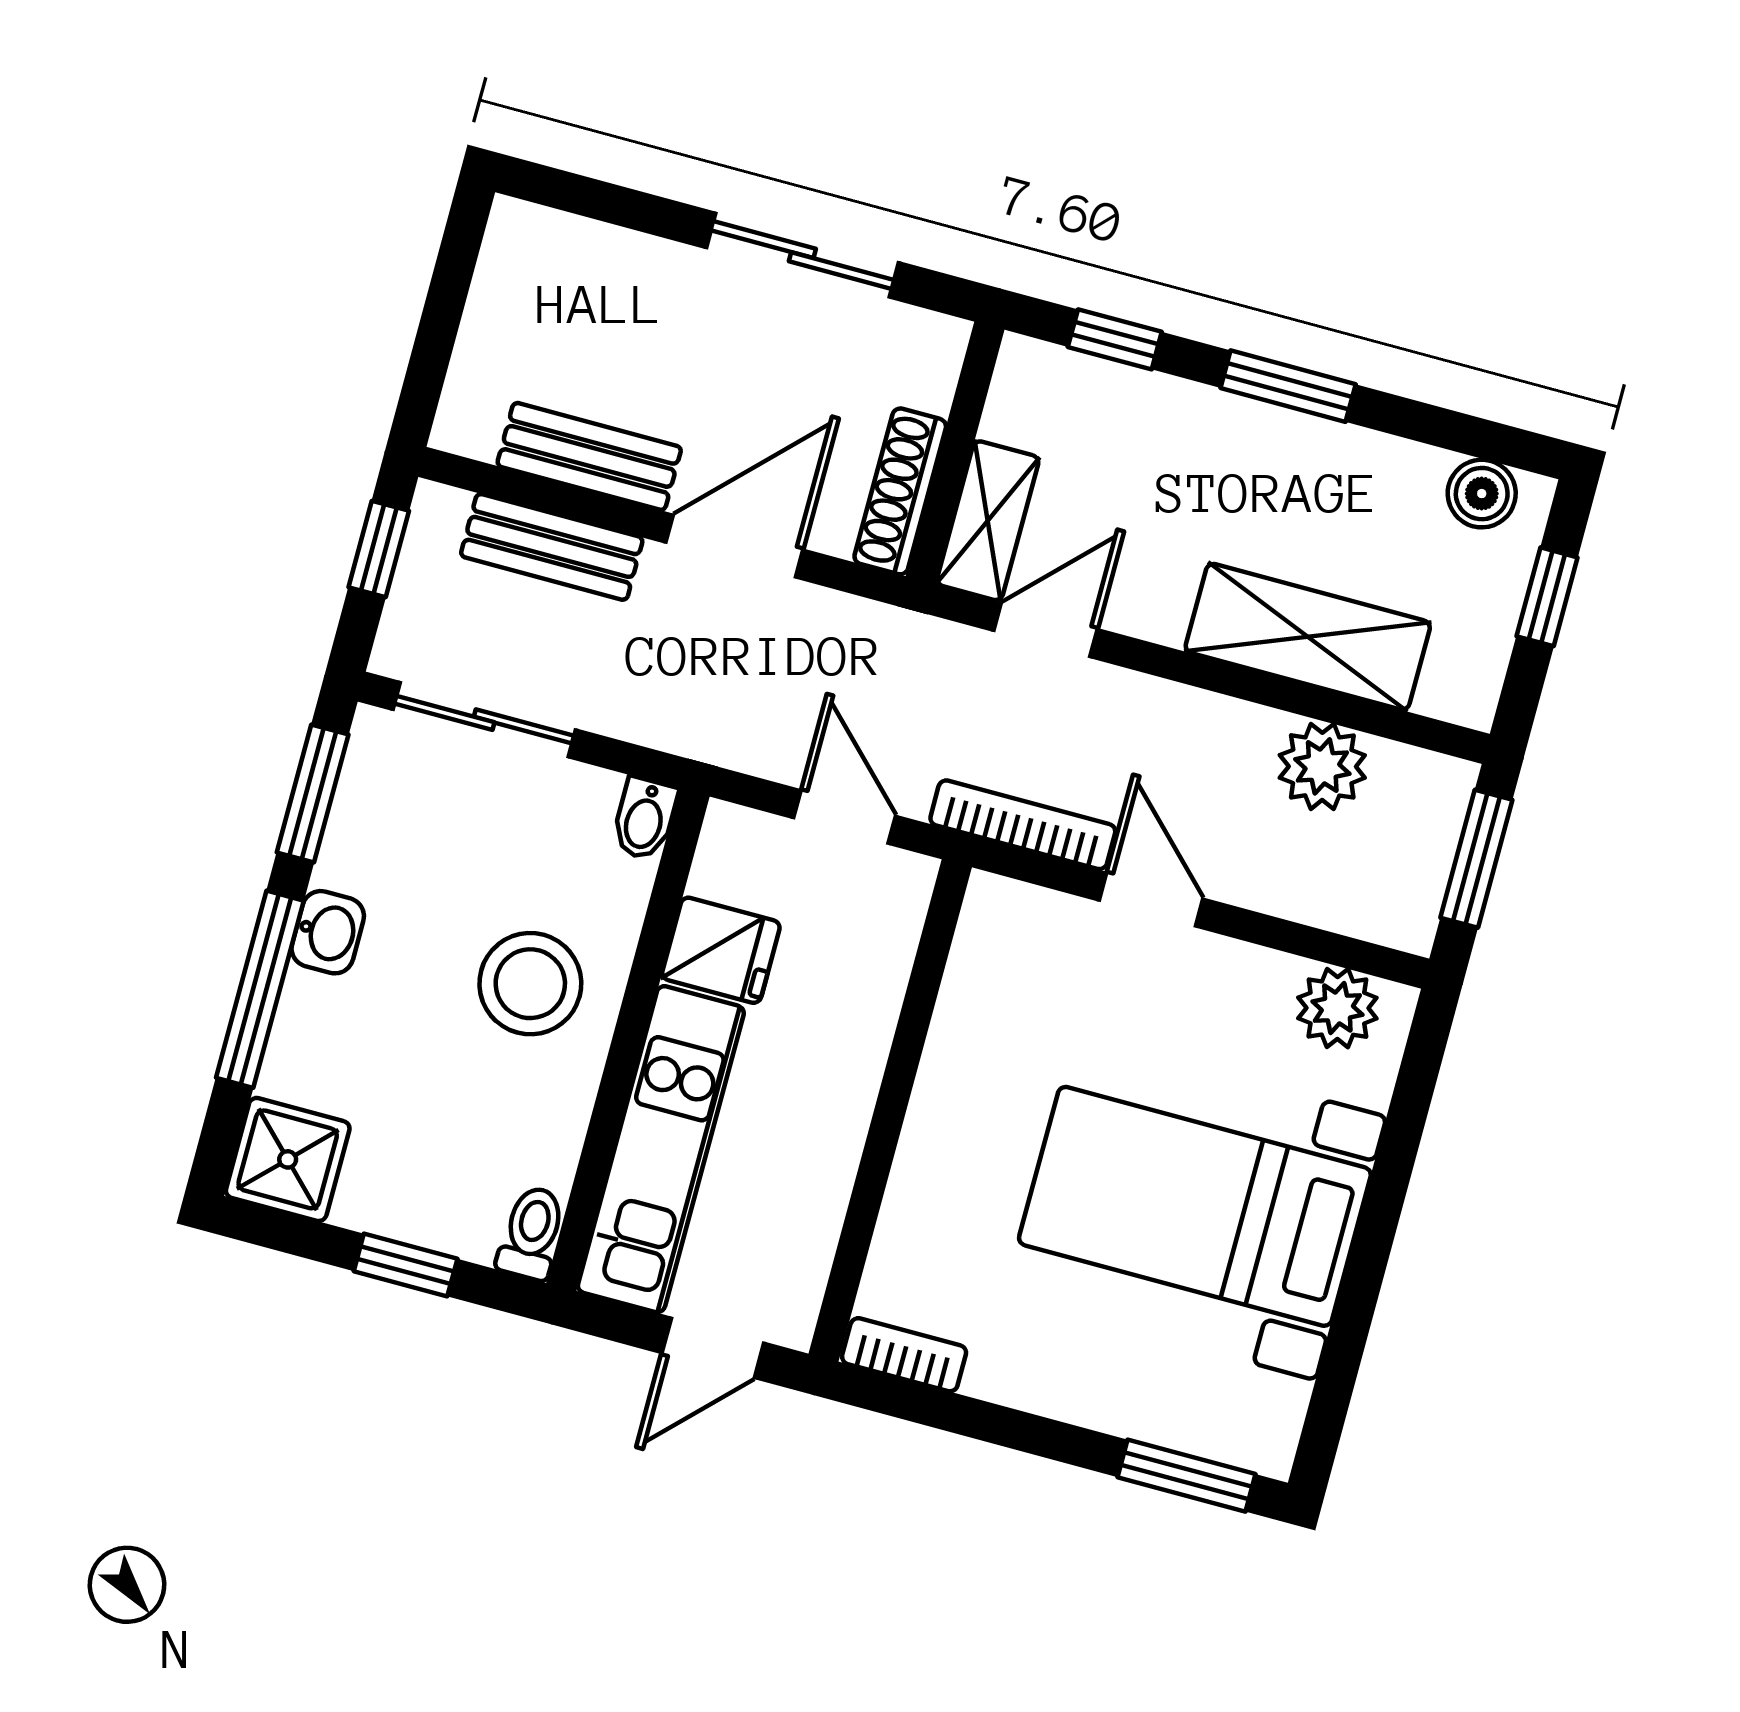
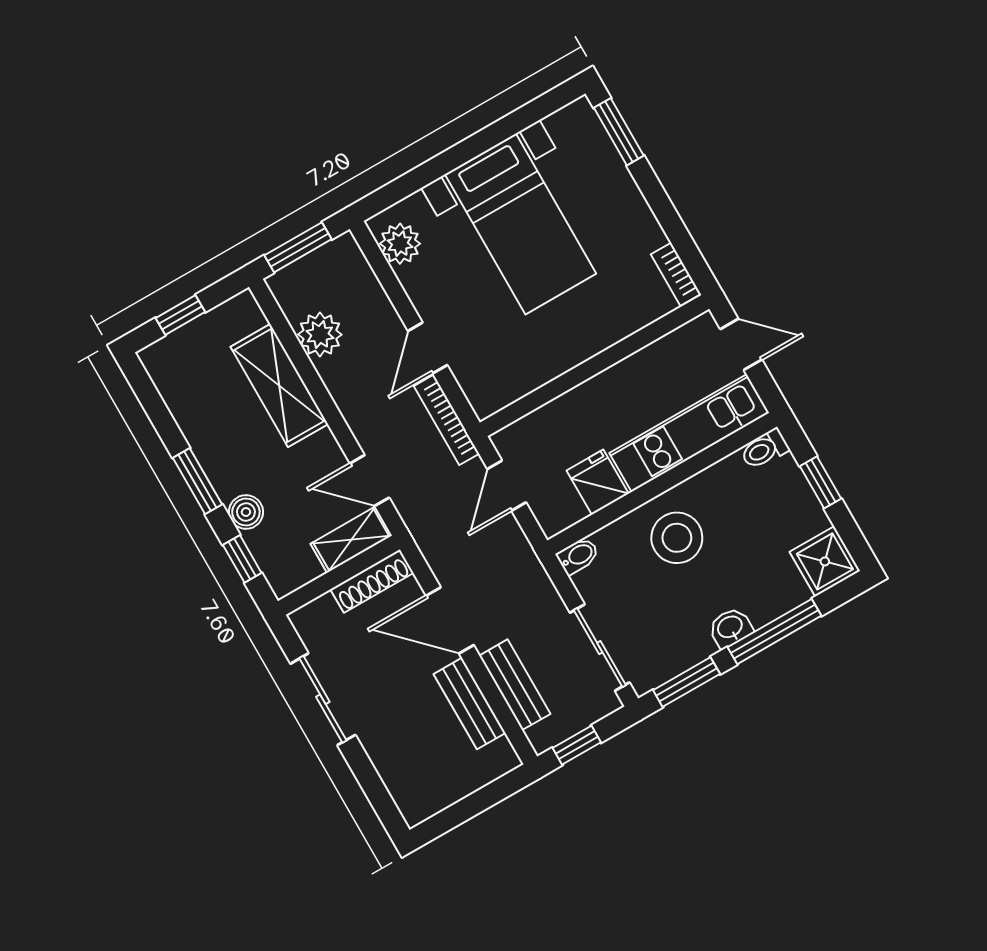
boiler: (1482, 494) -> (246, 512), moved

